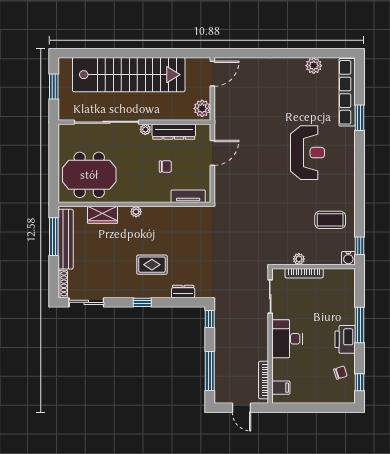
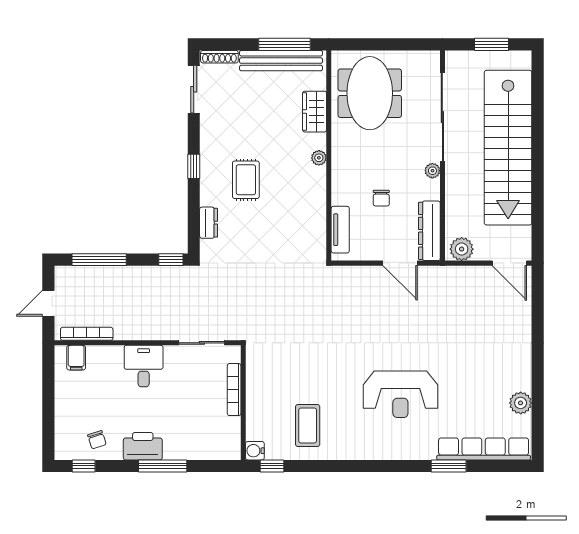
dresser: (174, 132) -> (429, 231), moved
plant: (299, 259) -> (254, 382), removed
desk: (287, 339) -> (144, 366), width x0.73

